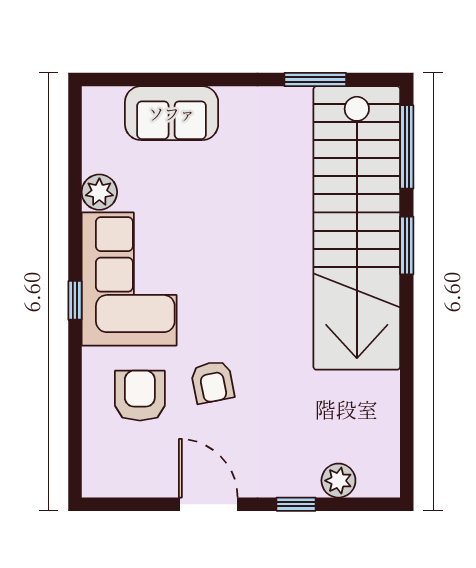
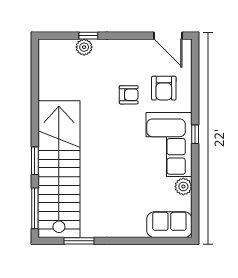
sofa: (172, 113) -> (169, 225), moved
armchair: (212, 382) -> (129, 95), turned 101
plant: (338, 481) -> (84, 47), moved
door: (208, 504) -> (168, 36), moved

